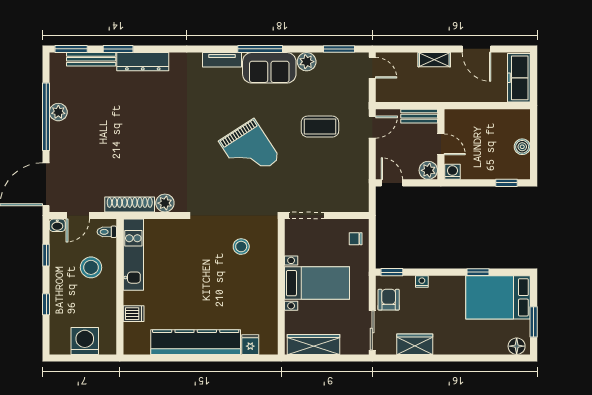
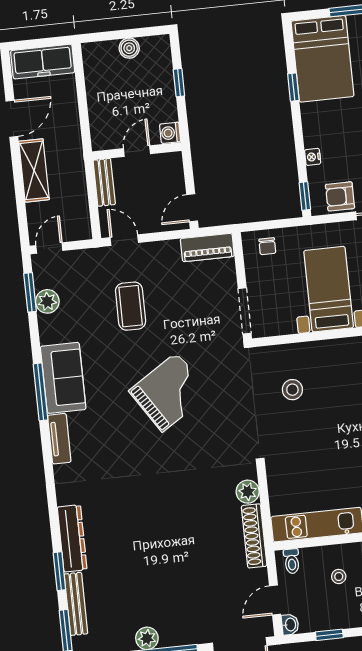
shelving: (434, 60) -> (34, 170), width x1.50, depth x1.33
plant: (307, 62) -> (47, 301), moved
plant: (428, 170) -> (171, 164), removed
window: (507, 183) -> (179, 83), moved
piano: (360, 192) -> (207, 247), added
door: (78, 216) -> (275, 600), swing flipped
stool: (91, 267) -> (339, 576), width x0.53, depth x0.53

